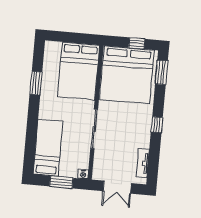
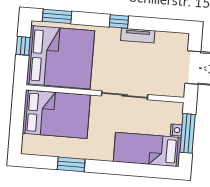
tv unit: (143, 163) -> (138, 36), moved
nightstand: (83, 174) -> (176, 130), moved
window: (61, 182) -> (188, 133), width x1.44

